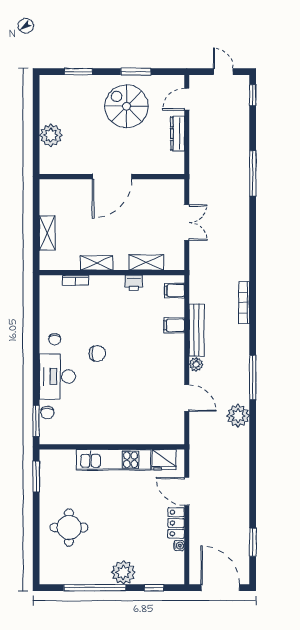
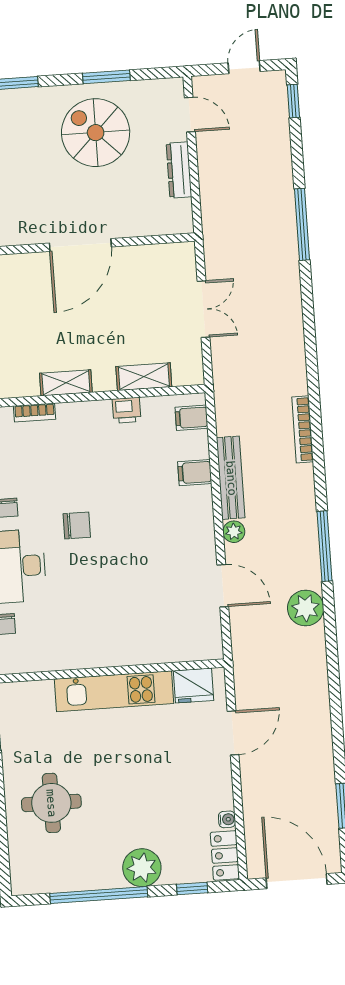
door: (223, 72) -> (244, 67), hinge flipped
door: (187, 99) -> (190, 115), swing flipped
door: (187, 491) -> (233, 733), swing flipped
locker: (176, 523) -> (225, 855), moved

